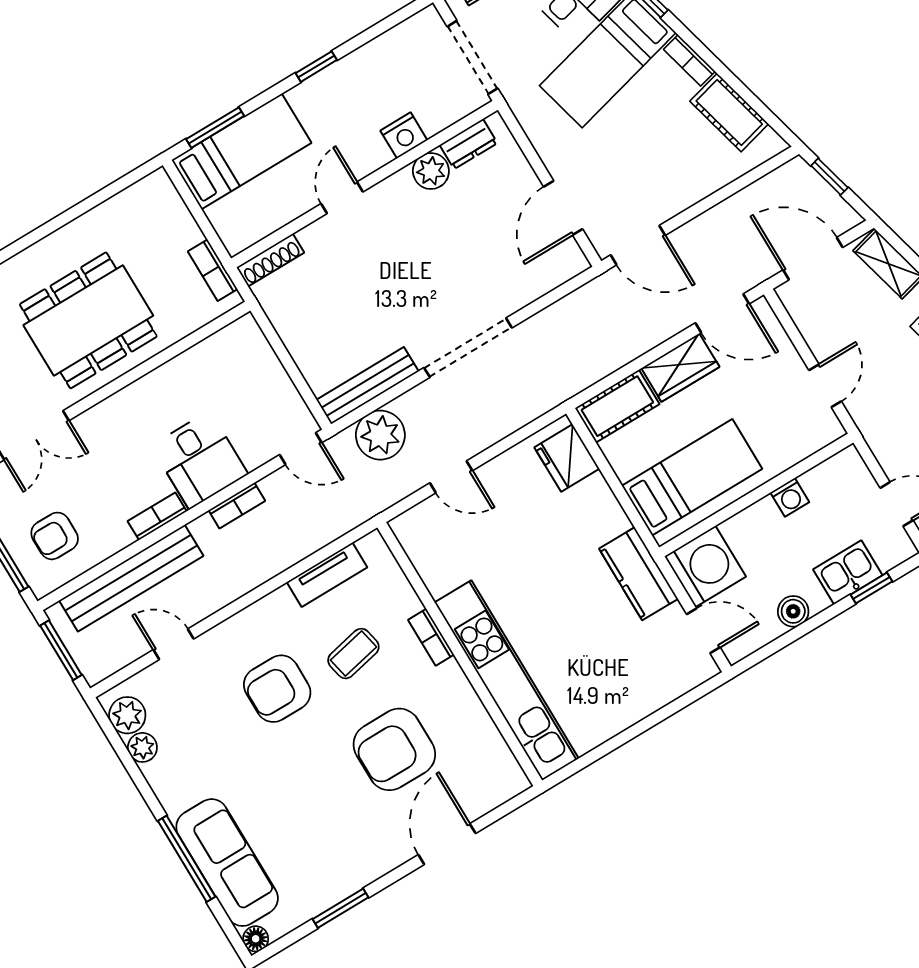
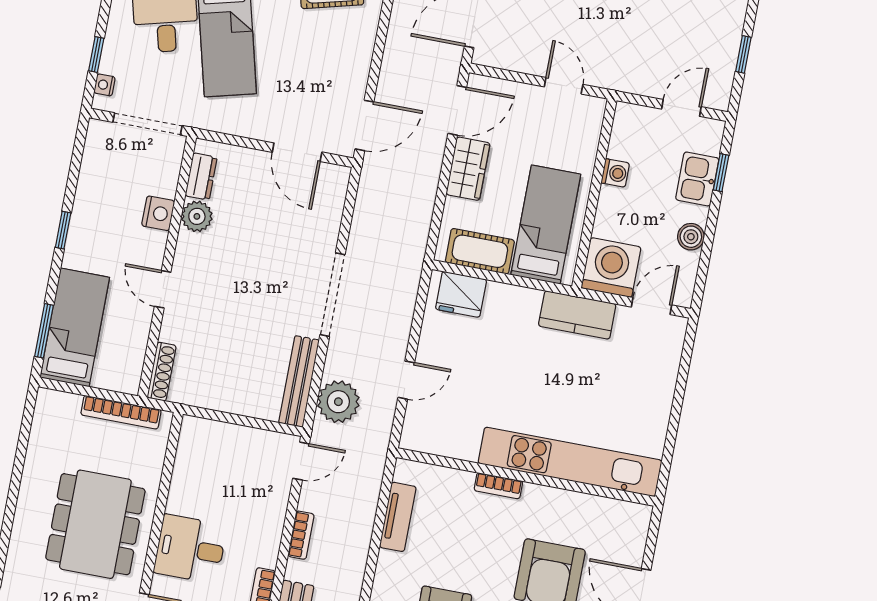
bookcase: (213, 270) -> (121, 412), width x1.56
cot: (617, 406) -> (480, 251), moved, turned 90
desk: (200, 460) -> (190, 549), moved, turned 180
coffee table: (353, 654) -> (464, 545), removed

